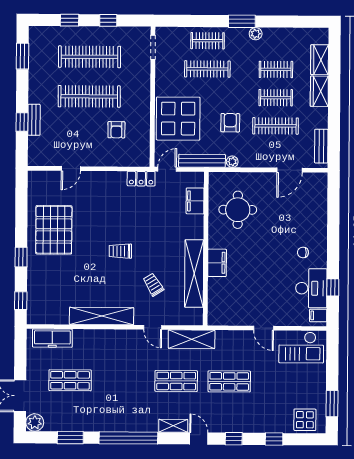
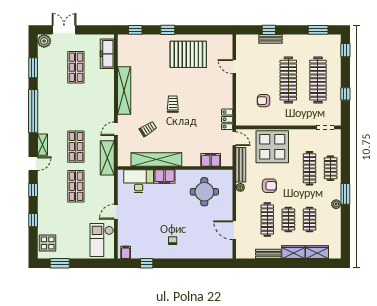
window: (70, 20) -> (345, 50), moved
bench: (321, 146) -> (268, 254), moved
desk: (311, 288) -> (139, 181), moved, turned 180

